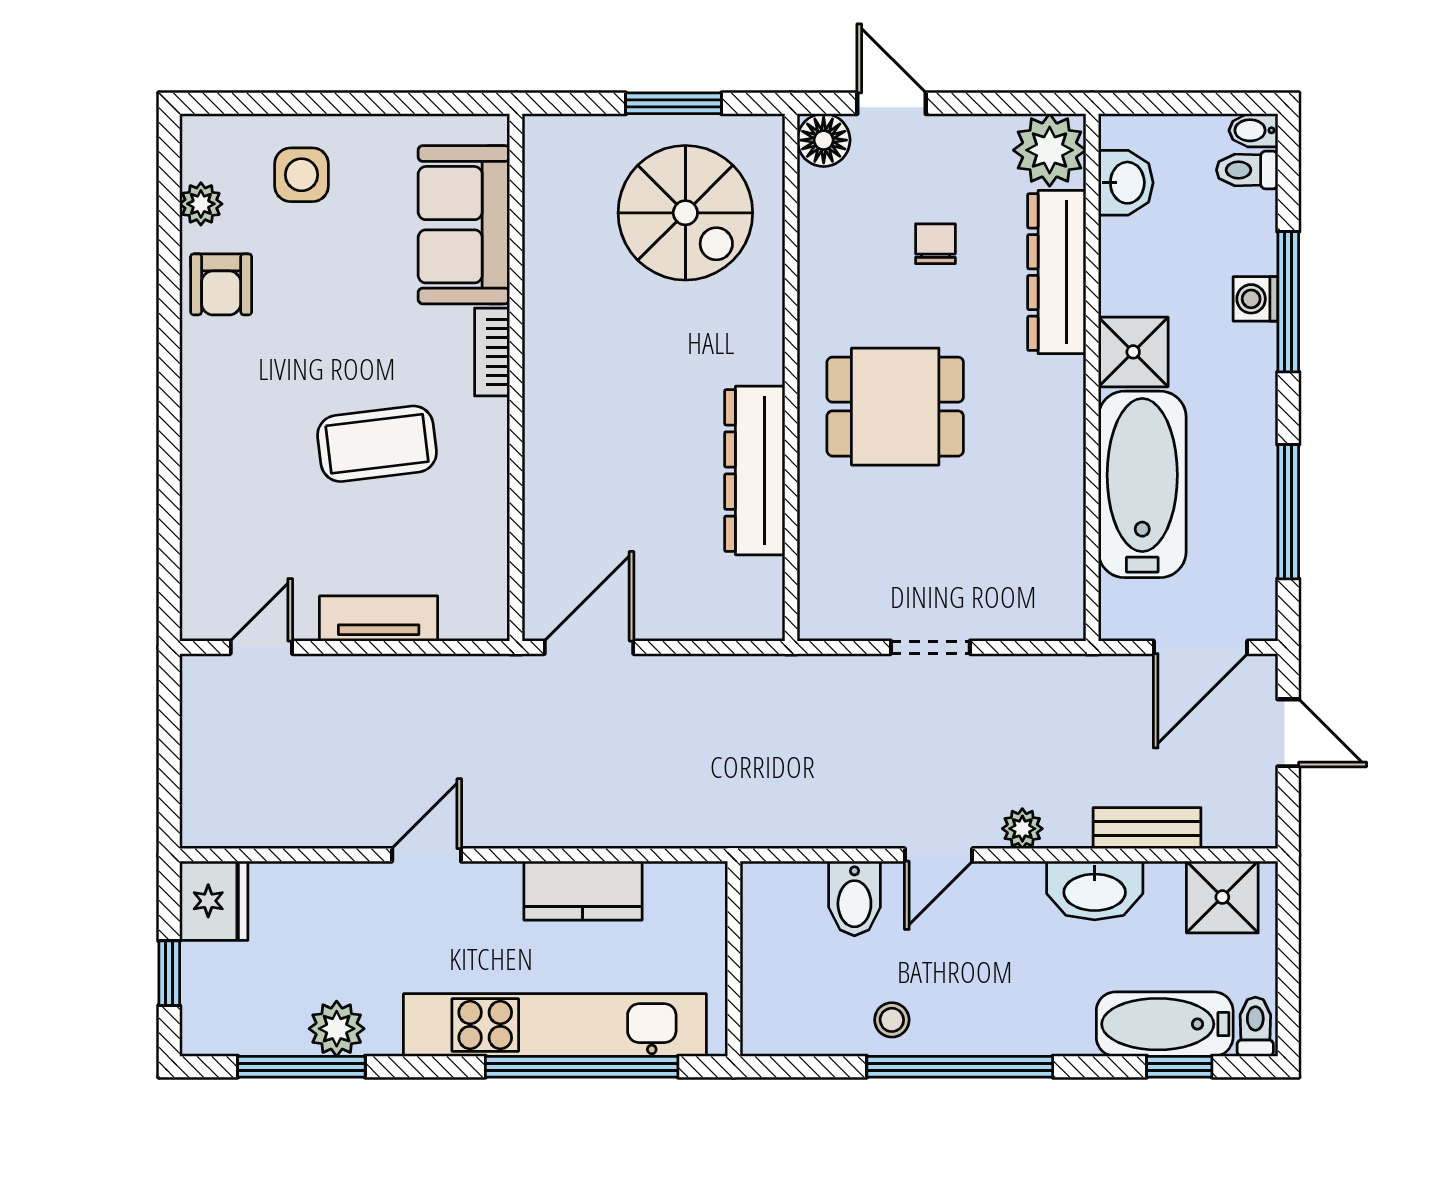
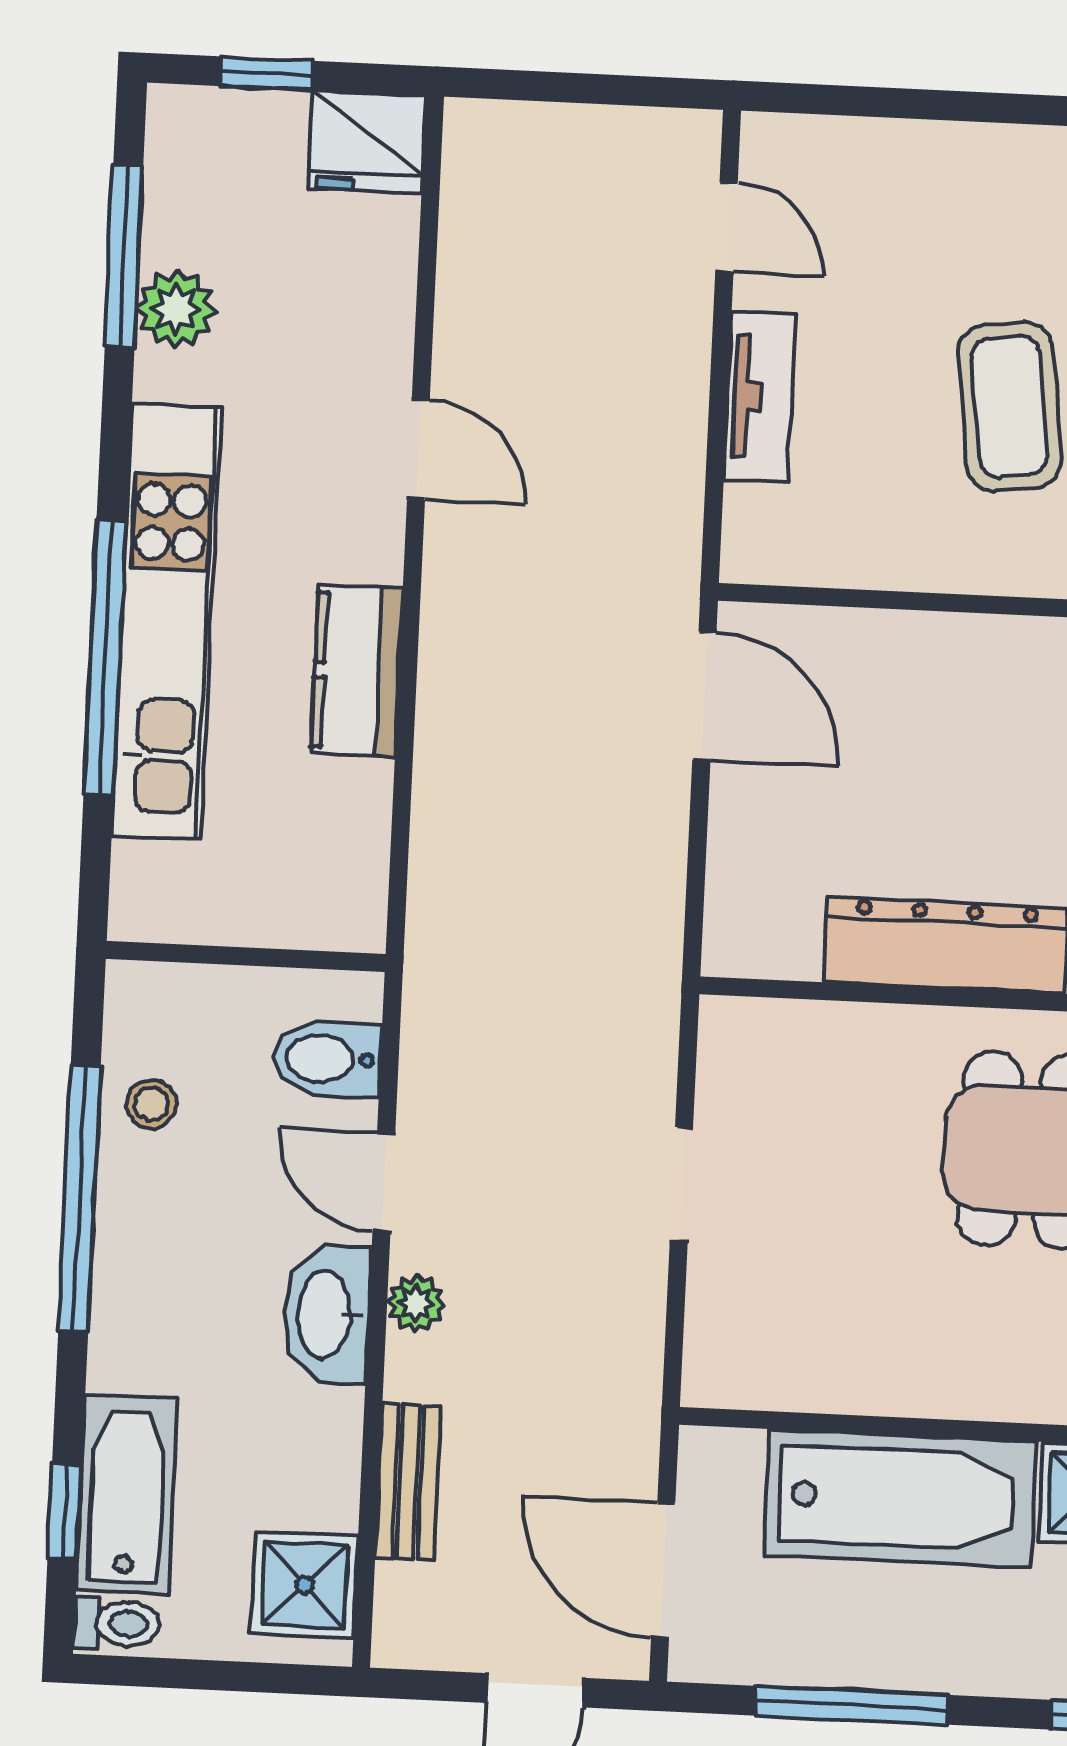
washbasin: (1095, 891) -> (326, 1314), moved
wall: (734, 959) -> (246, 956), moved

